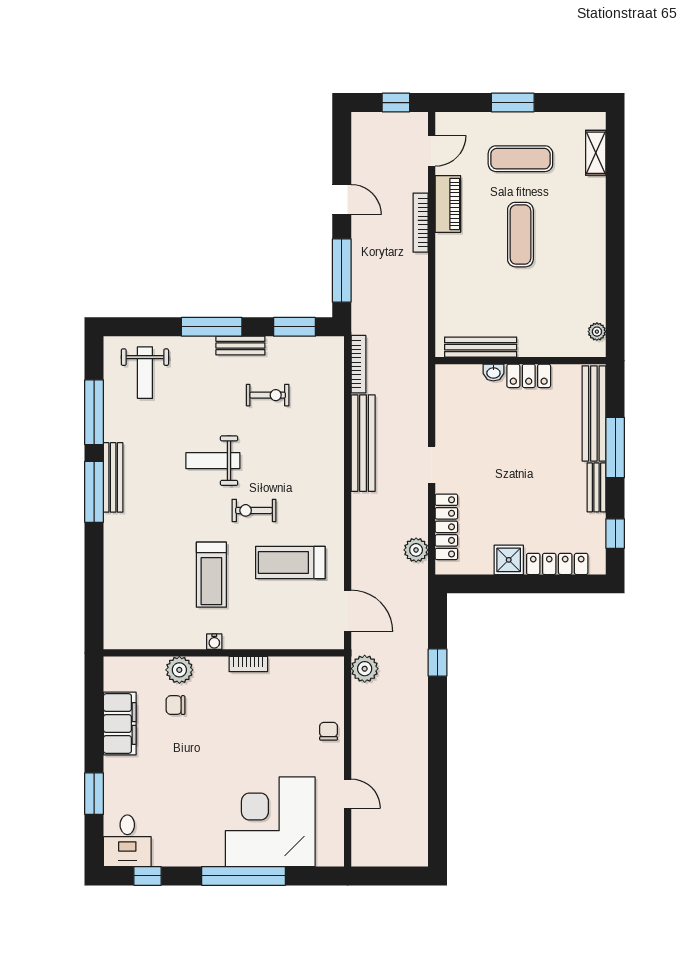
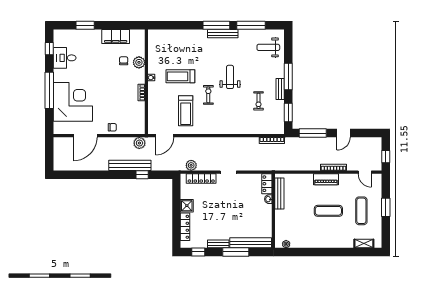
piano: (448, 204) -> (326, 179), moved
locker: (529, 376) -> (267, 184), moved
bench: (363, 443) -> (130, 165), moved
treadmill: (290, 562) -> (186, 111), turned 180
door: (348, 794) -> (85, 136), width x1.87
desk: (127, 841) -> (65, 58), moved

